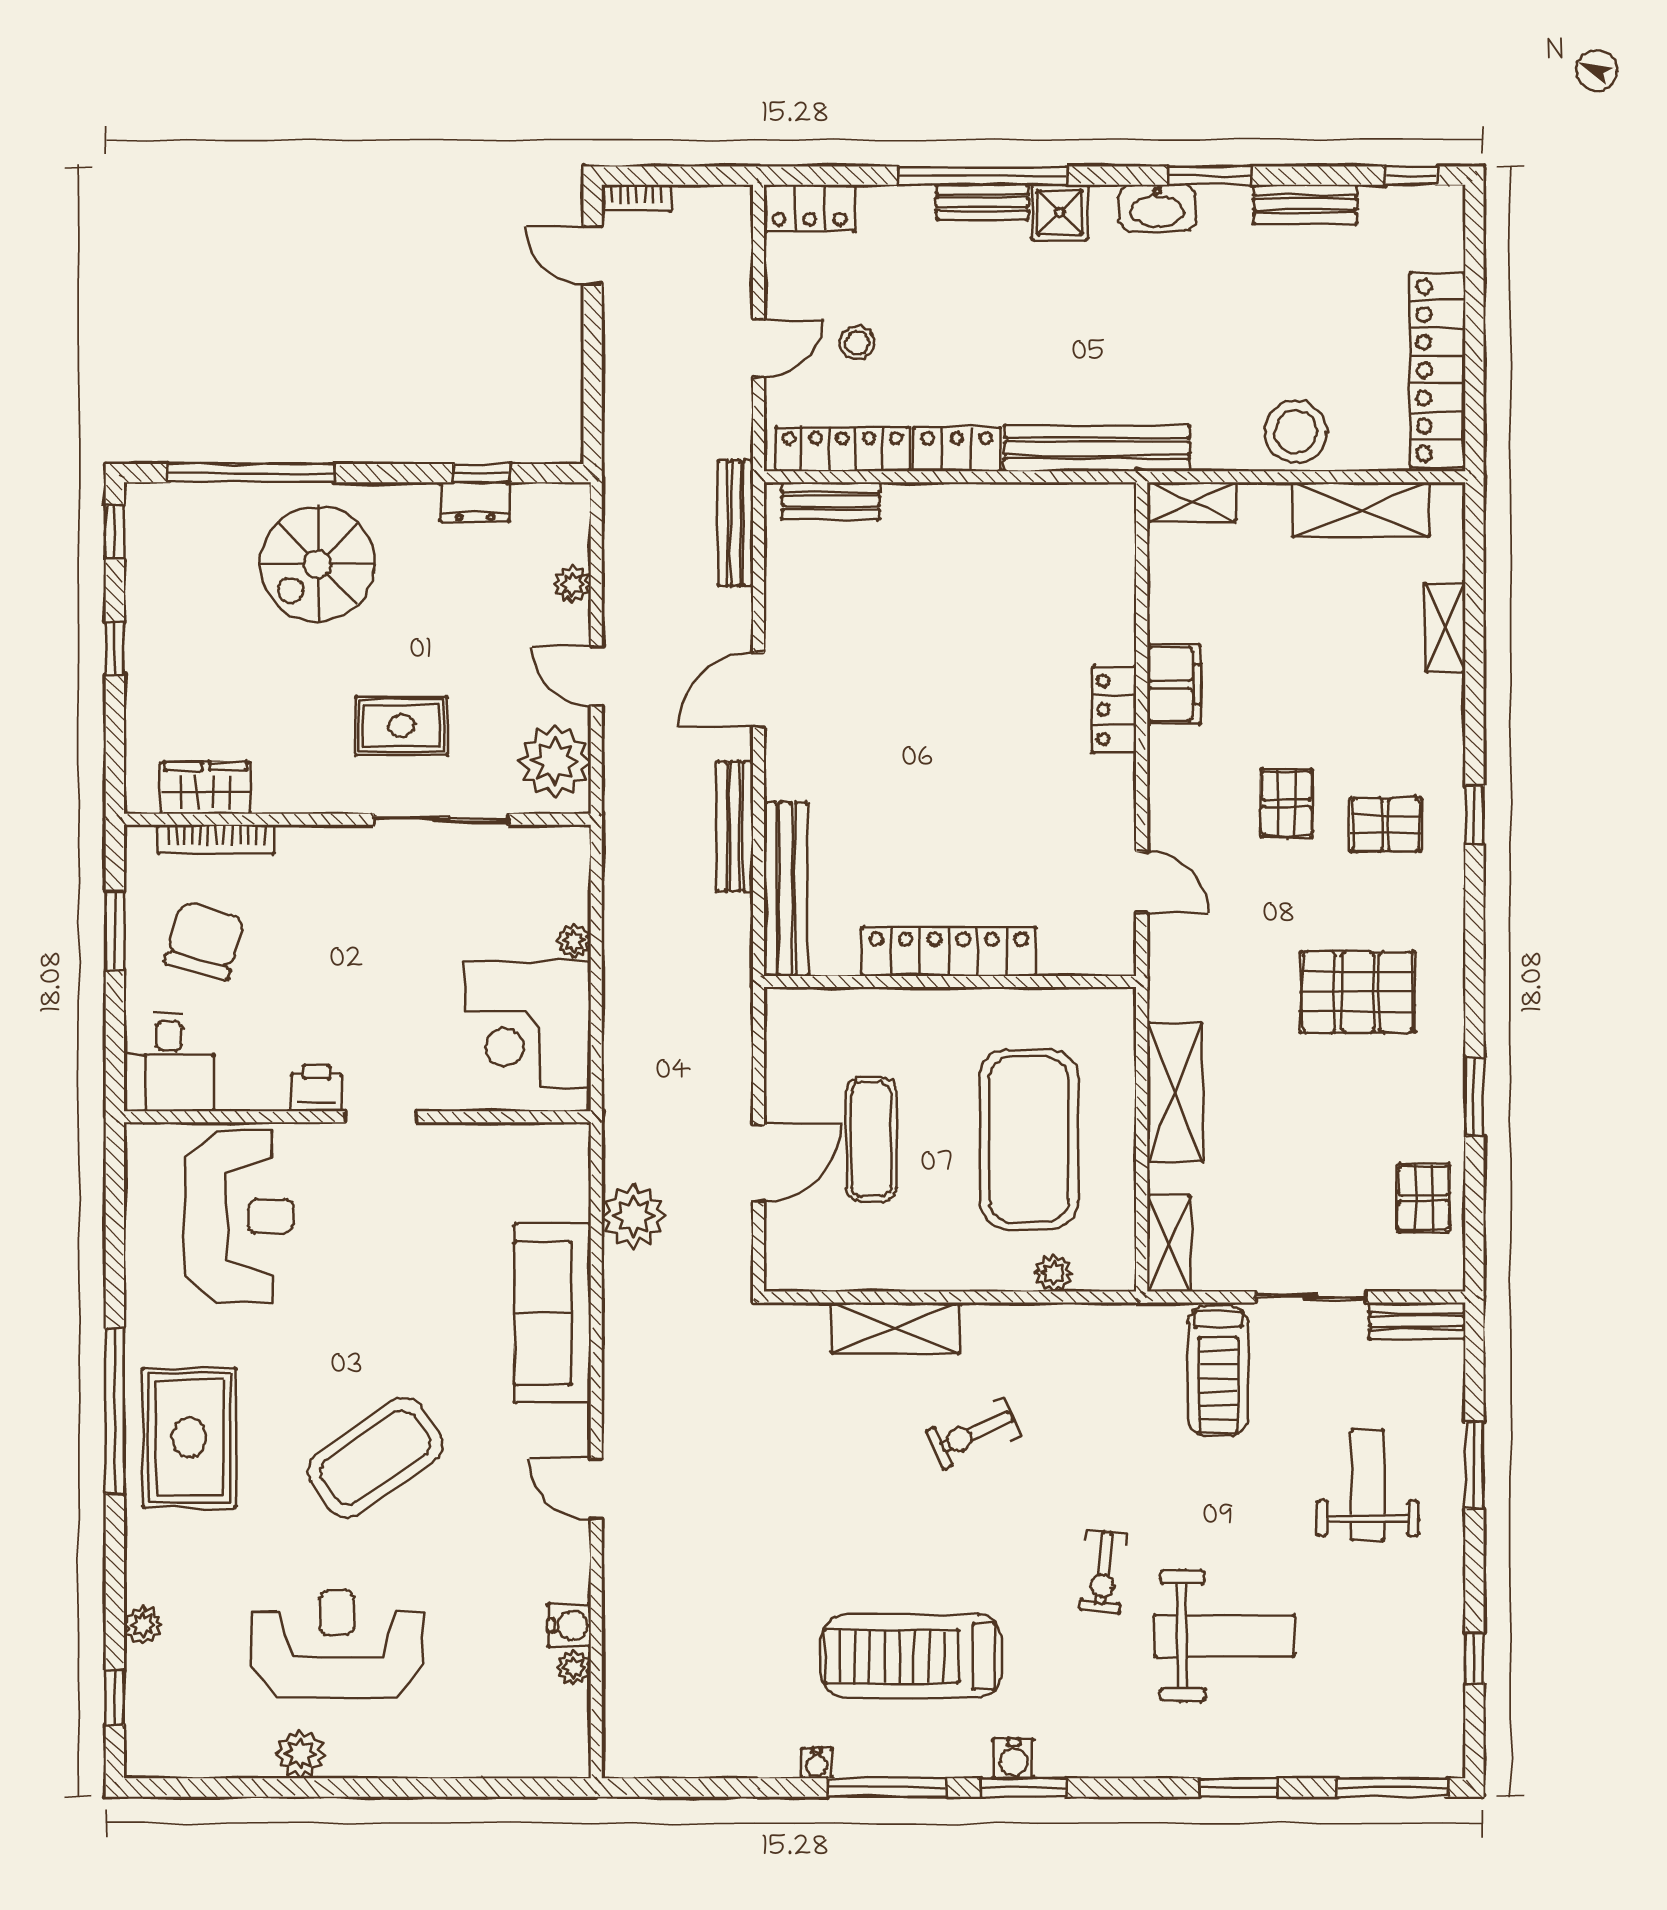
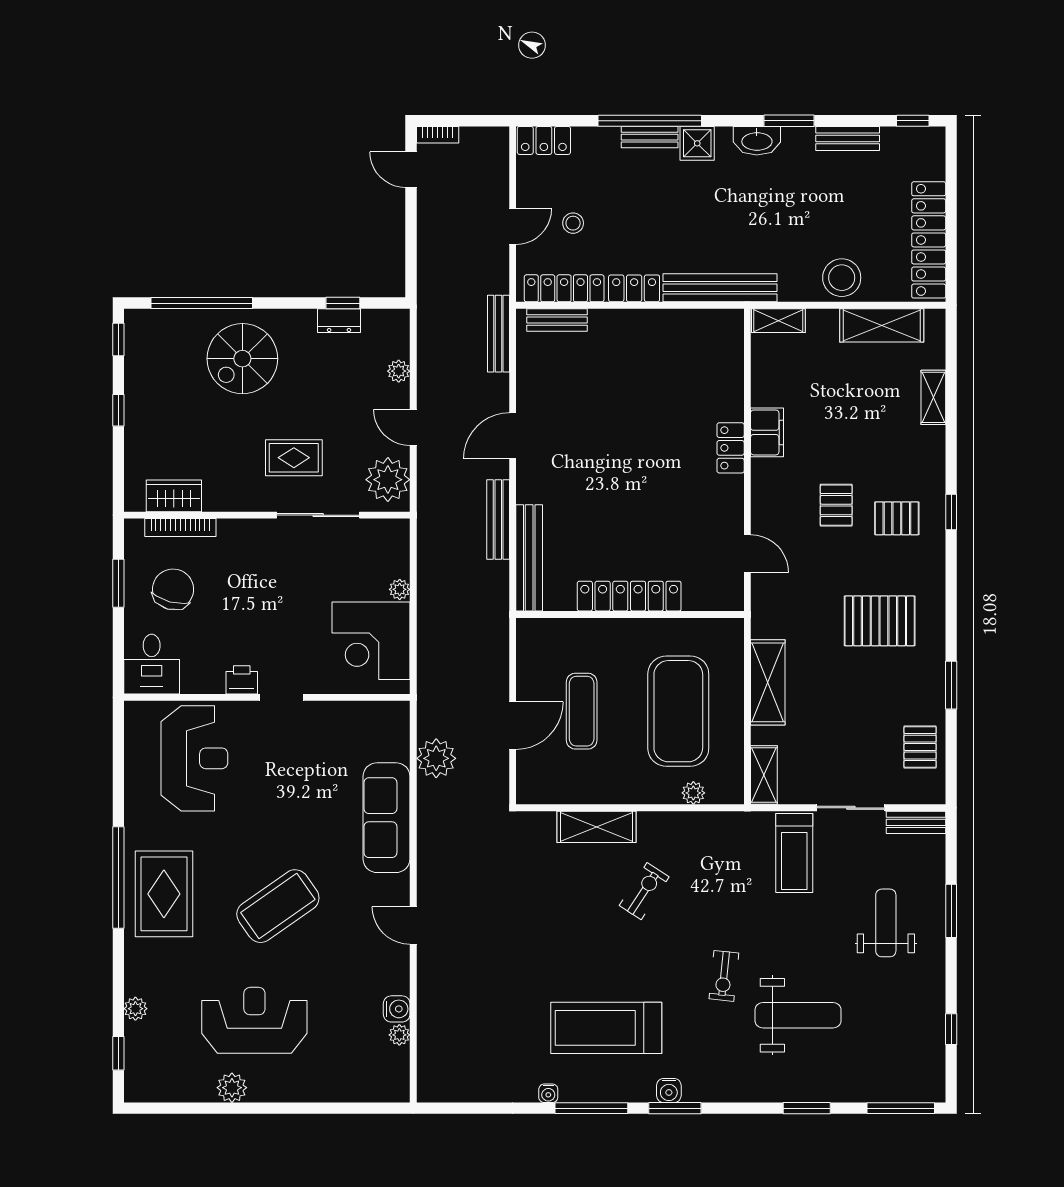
exercise bike: (973, 1433) -> (644, 891), turned 147

